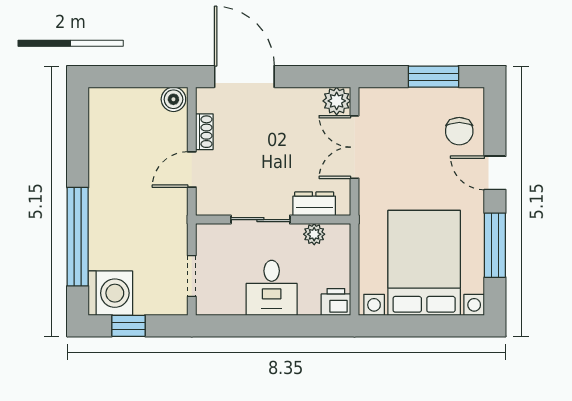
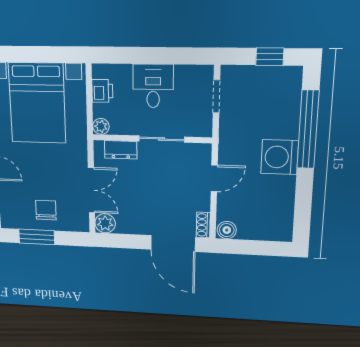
chair: (459, 131) -> (46, 210), moved
shoe rack: (204, 132) -> (203, 225), moved
plant: (314, 234) -> (101, 126), moved
washing machine: (110, 293) -> (280, 157), moved
printer: (336, 302) -> (102, 91), moved, turned -90

